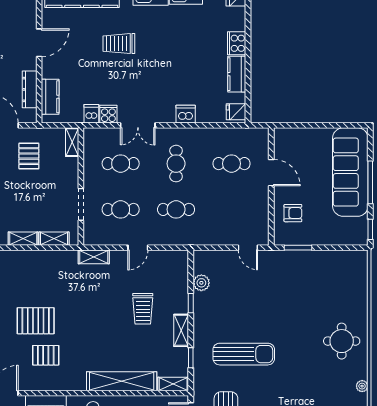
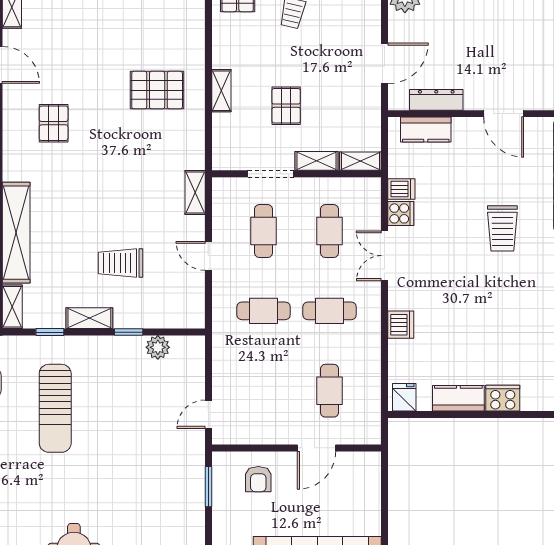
trolley: (119, 44) -> (502, 228), turned 180
pallet: (29, 156) -> (286, 106), moved, turned 90
cafe table: (176, 209) -> (264, 311), turned 90
shelving: (54, 239) -> (317, 161), moved, turned 90
pallet: (36, 321) -> (157, 90), moved, turned 90

